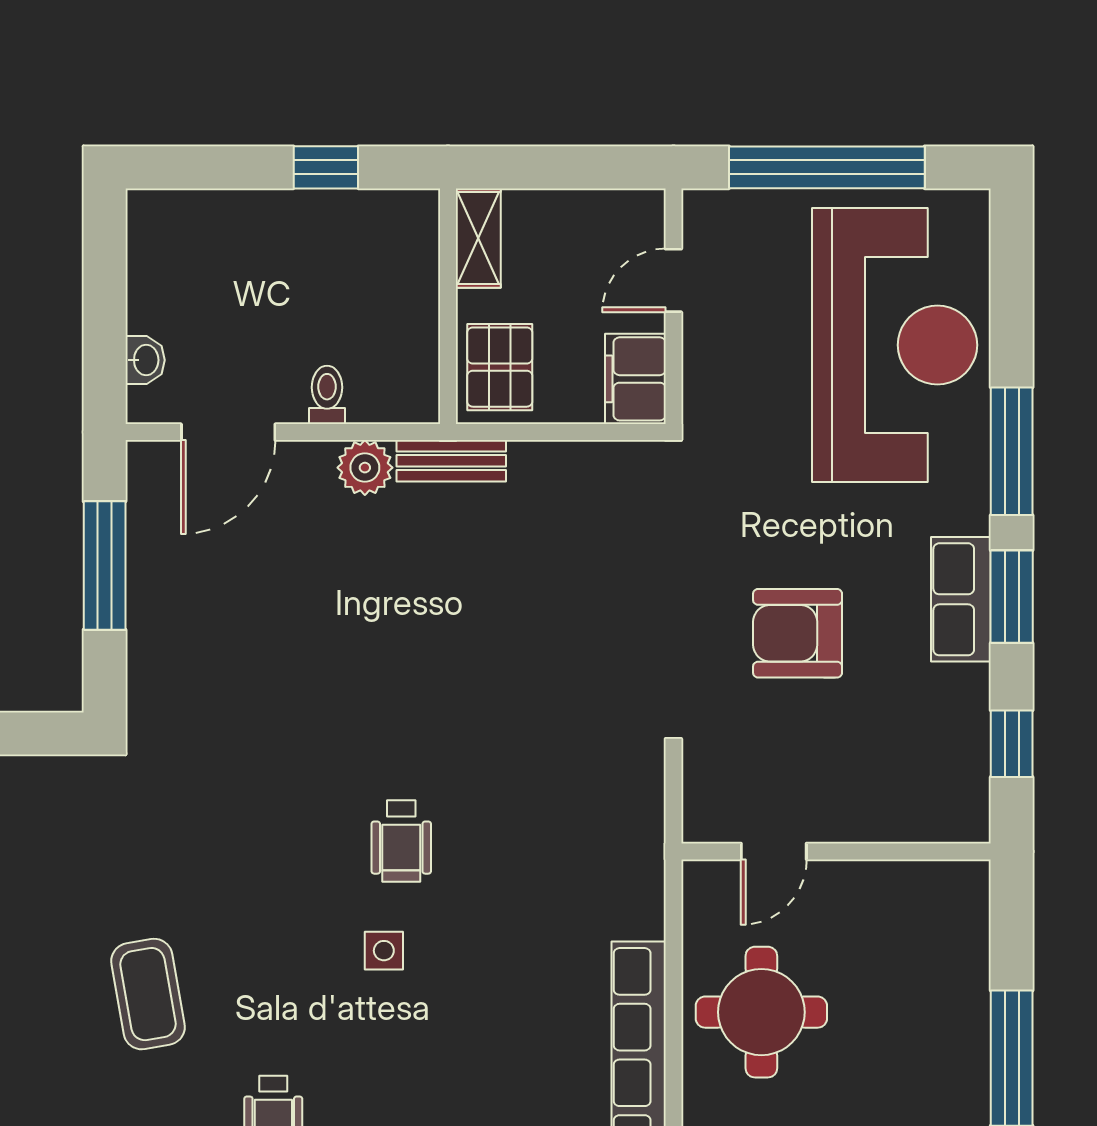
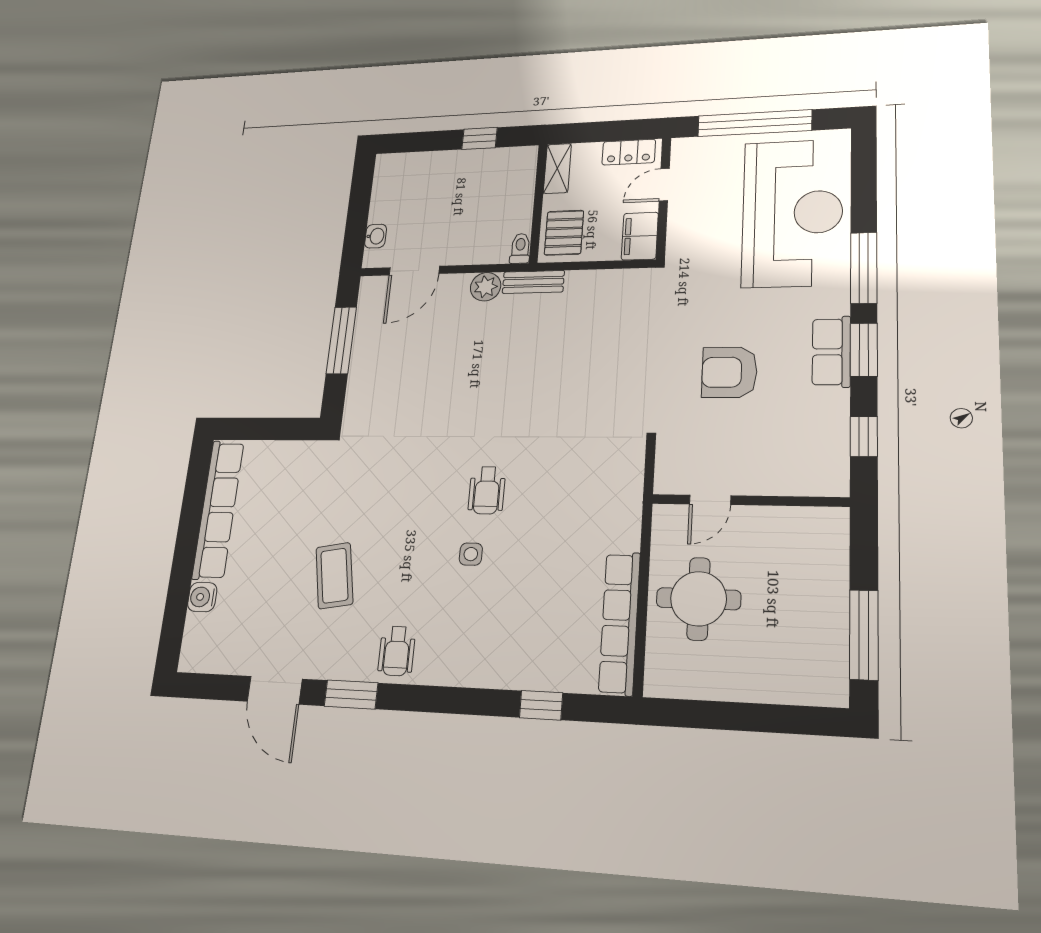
locker: (607, 212) -> (629, 152), added
toilet: (327, 395) -> (520, 248), moved

